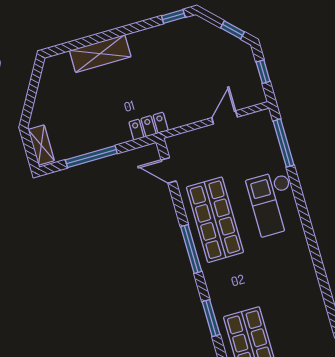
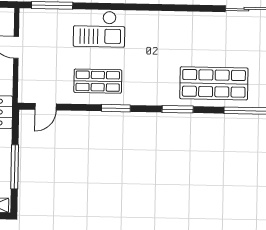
shop shelf: (215, 220) -> (98, 81), width x0.70, depth x0.74
window: (191, 249) -> (116, 108), width x0.69

